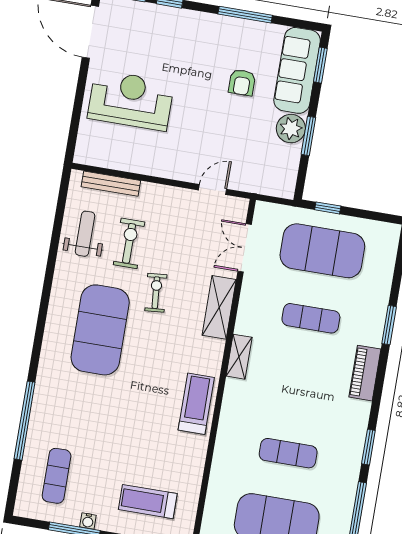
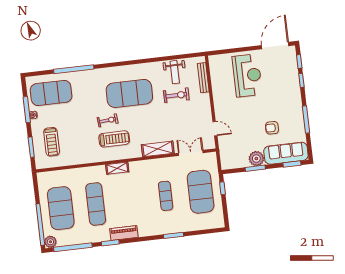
weight bench: (85, 234) -> (175, 72), turned 90
exercise bike: (156, 293) -> (108, 120), moved
shelving: (239, 357) -> (117, 168), moved
piano: (365, 373) -> (124, 233), moved
treadmill: (196, 404) -> (114, 139), moved
exercise mat: (288, 453) -> (96, 204), width x1.36, depth x1.45
exercise mat: (57, 476) -> (51, 93), width x2.00, depth x1.45
treadmill: (148, 502) -> (52, 142), turned 180

